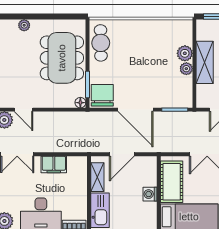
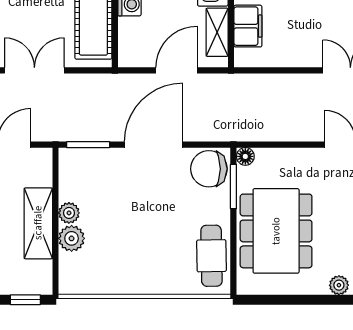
chair: (102, 95) -> (209, 169), turned 90
door: (135, 110) -> (154, 145), hinge flipped
filing cabinet: (54, 164) -> (248, 26), moved, turned 90

